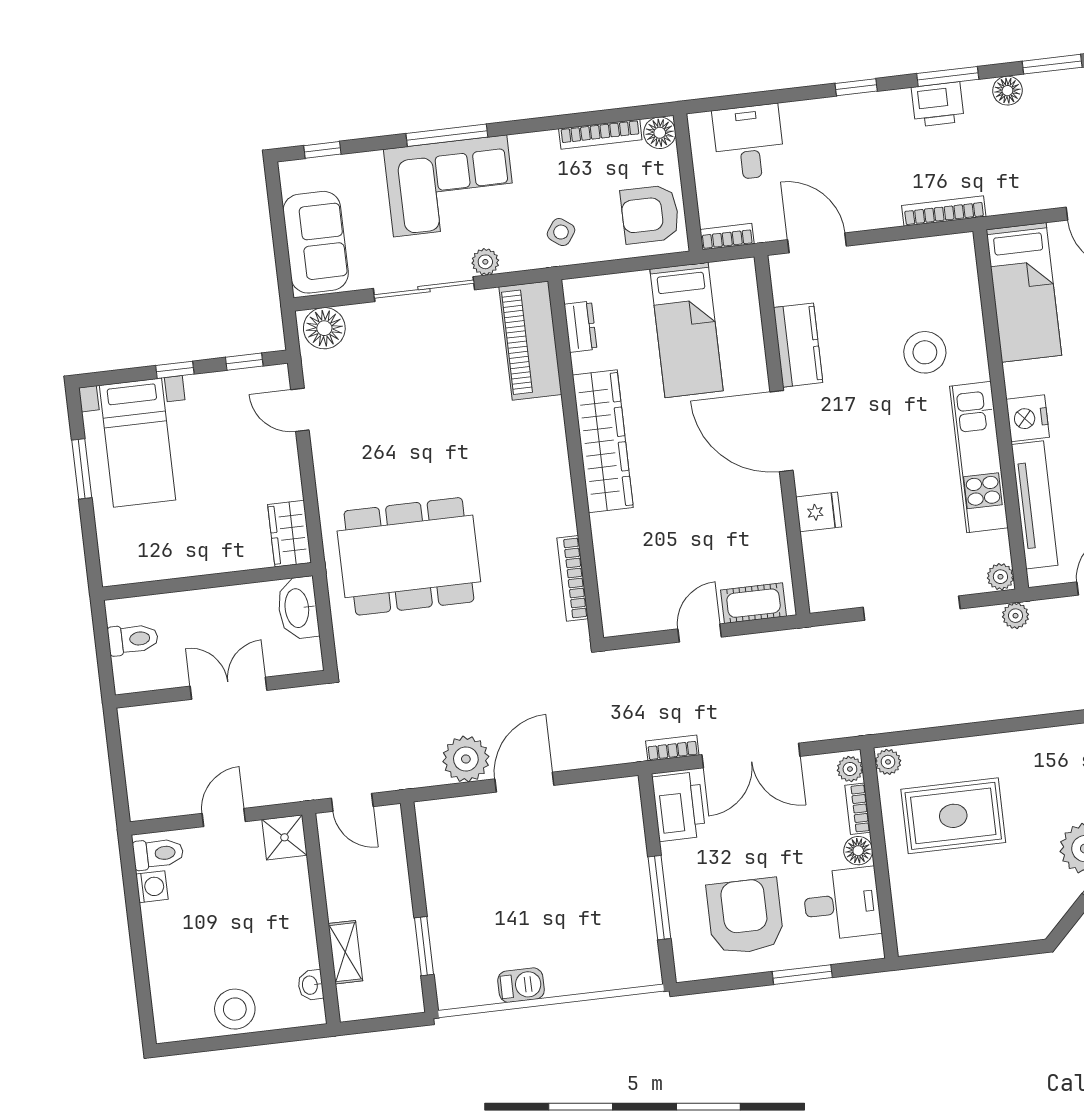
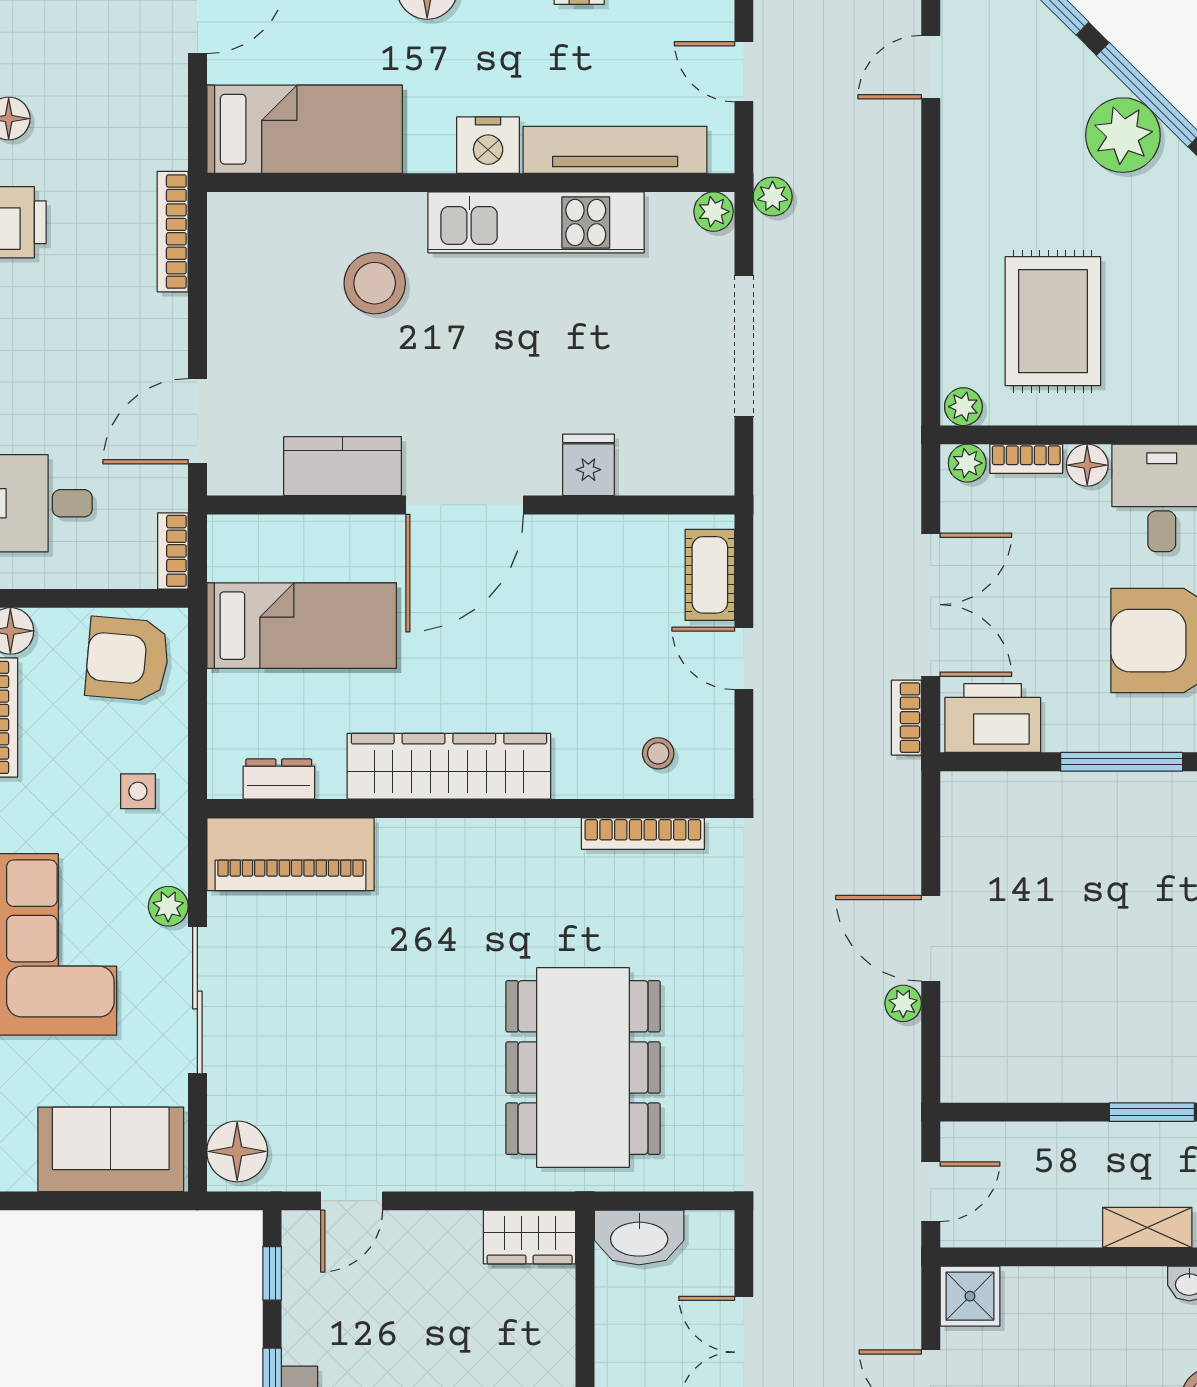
armchair: (650, 214) -> (127, 659), turned 95
side table: (561, 232) -> (138, 791), turned -36
stool: (628, 582) -> (658, 753), added
plant: (466, 759) -> (903, 1003), width x0.53, depth x0.53

